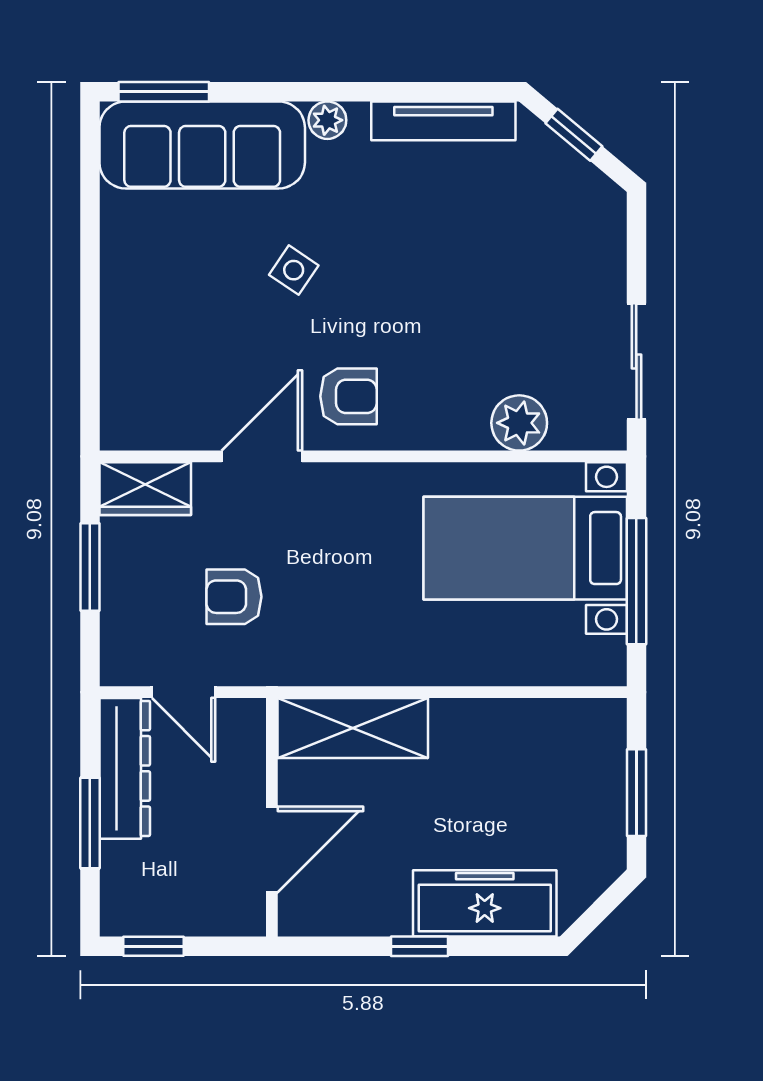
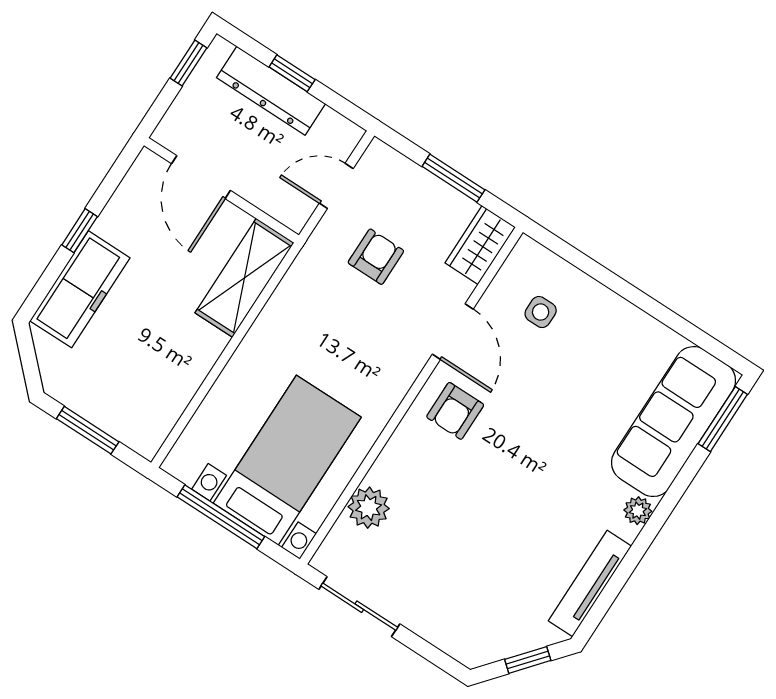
side table: (294, 270) -> (541, 312), moved, turned -34
dresser: (125, 768) -> (271, 91), moved
window: (90, 823) -> (292, 73), width x0.67

